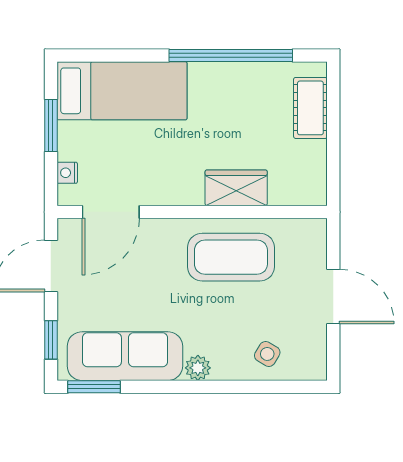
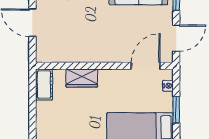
cot: (310, 108) -> (44, 85), moved
coffee table: (231, 257) -> (84, 43), removed

